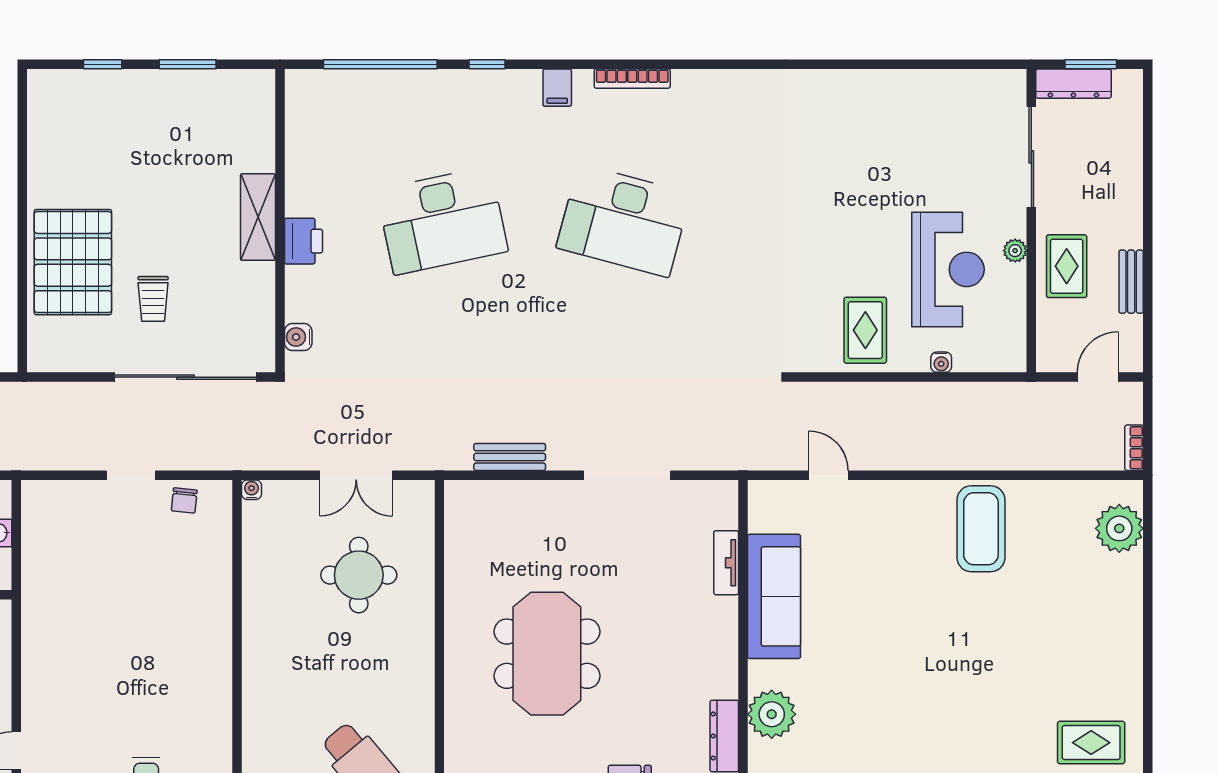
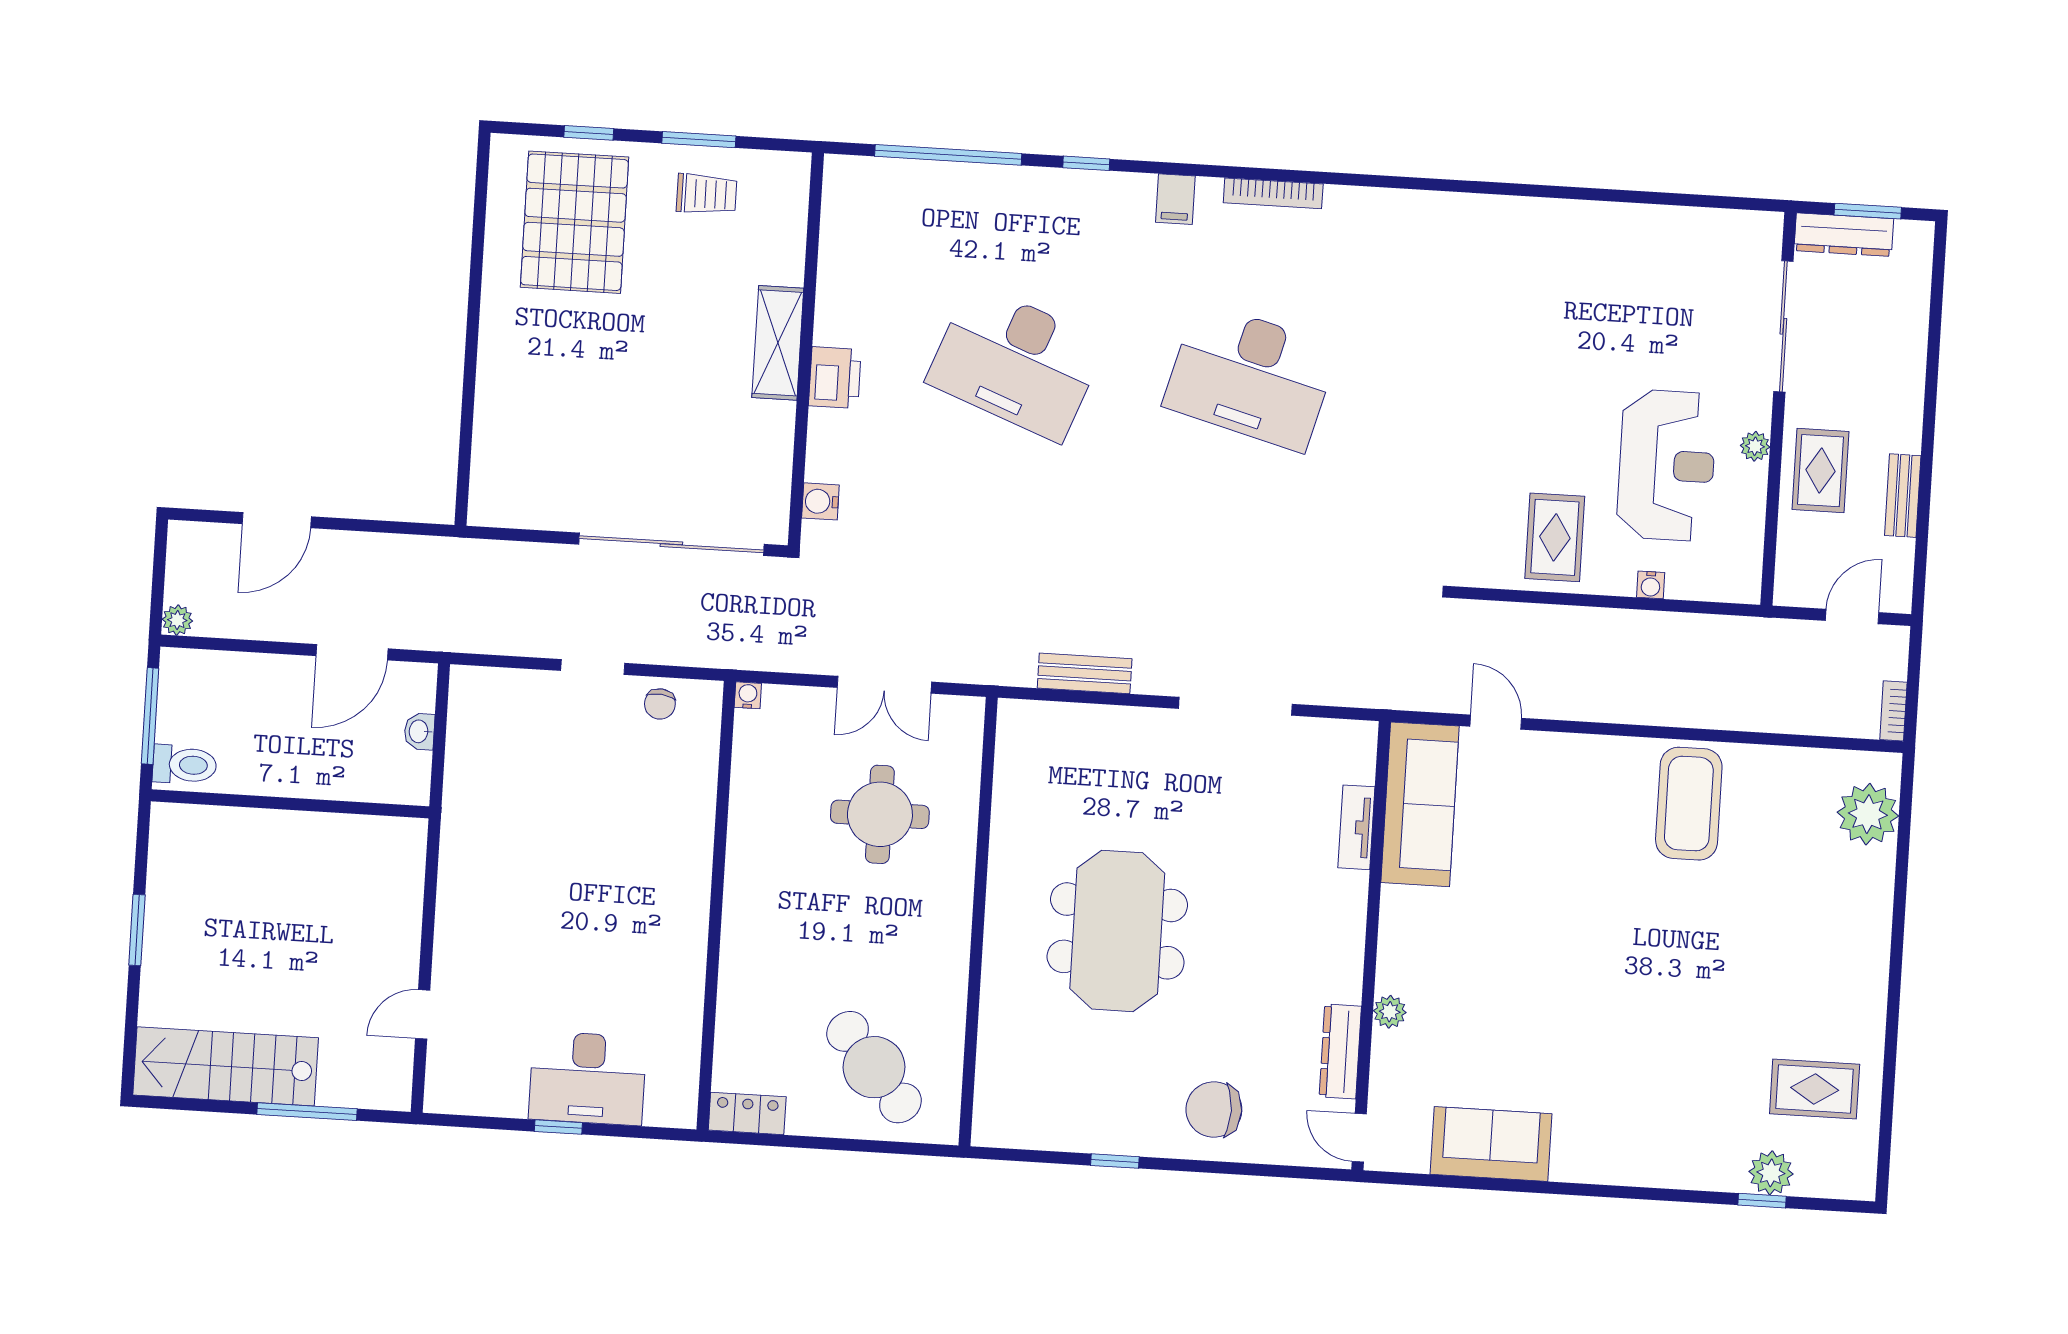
desk: (442, 221) -> (1016, 362), turned 33
pallet: (73, 262) -> (575, 222), moved
trolley: (153, 299) -> (707, 194), moved, turned -90
sofa: (774, 596) -> (1420, 804), moved
plant: (772, 714) -> (1390, 1012), width x0.53, depth x0.53

